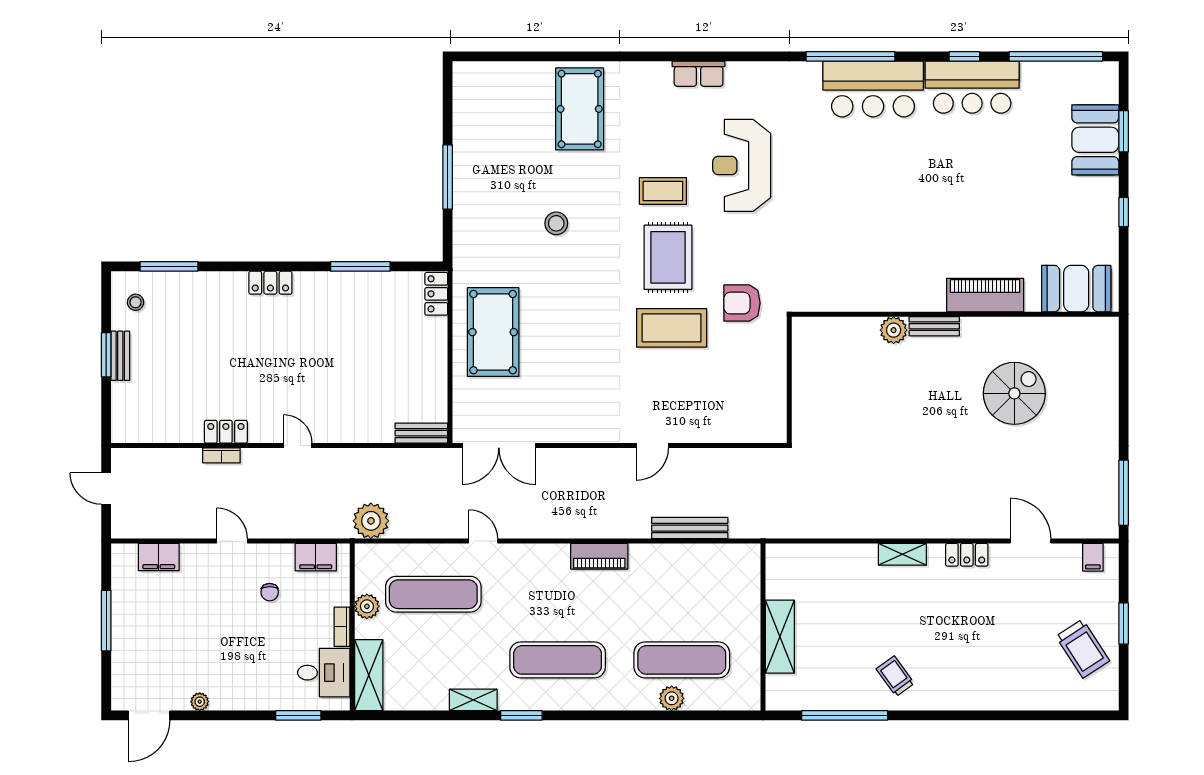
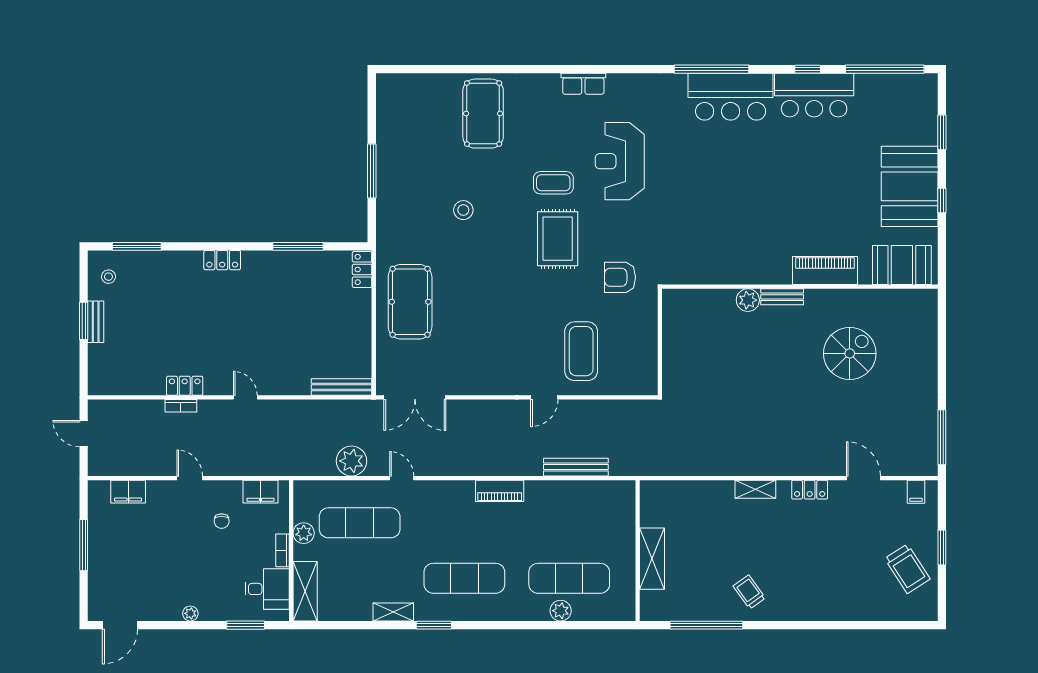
booth: (1095, 140) -> (910, 186), moved, width x1.36, depth x1.42
coffee table: (672, 328) -> (581, 351), moved, turned 90
bench: (421, 433) -> (342, 387), width x1.36
plant: (371, 521) -> (352, 461), moved
plant: (200, 702) -> (190, 613), moved

